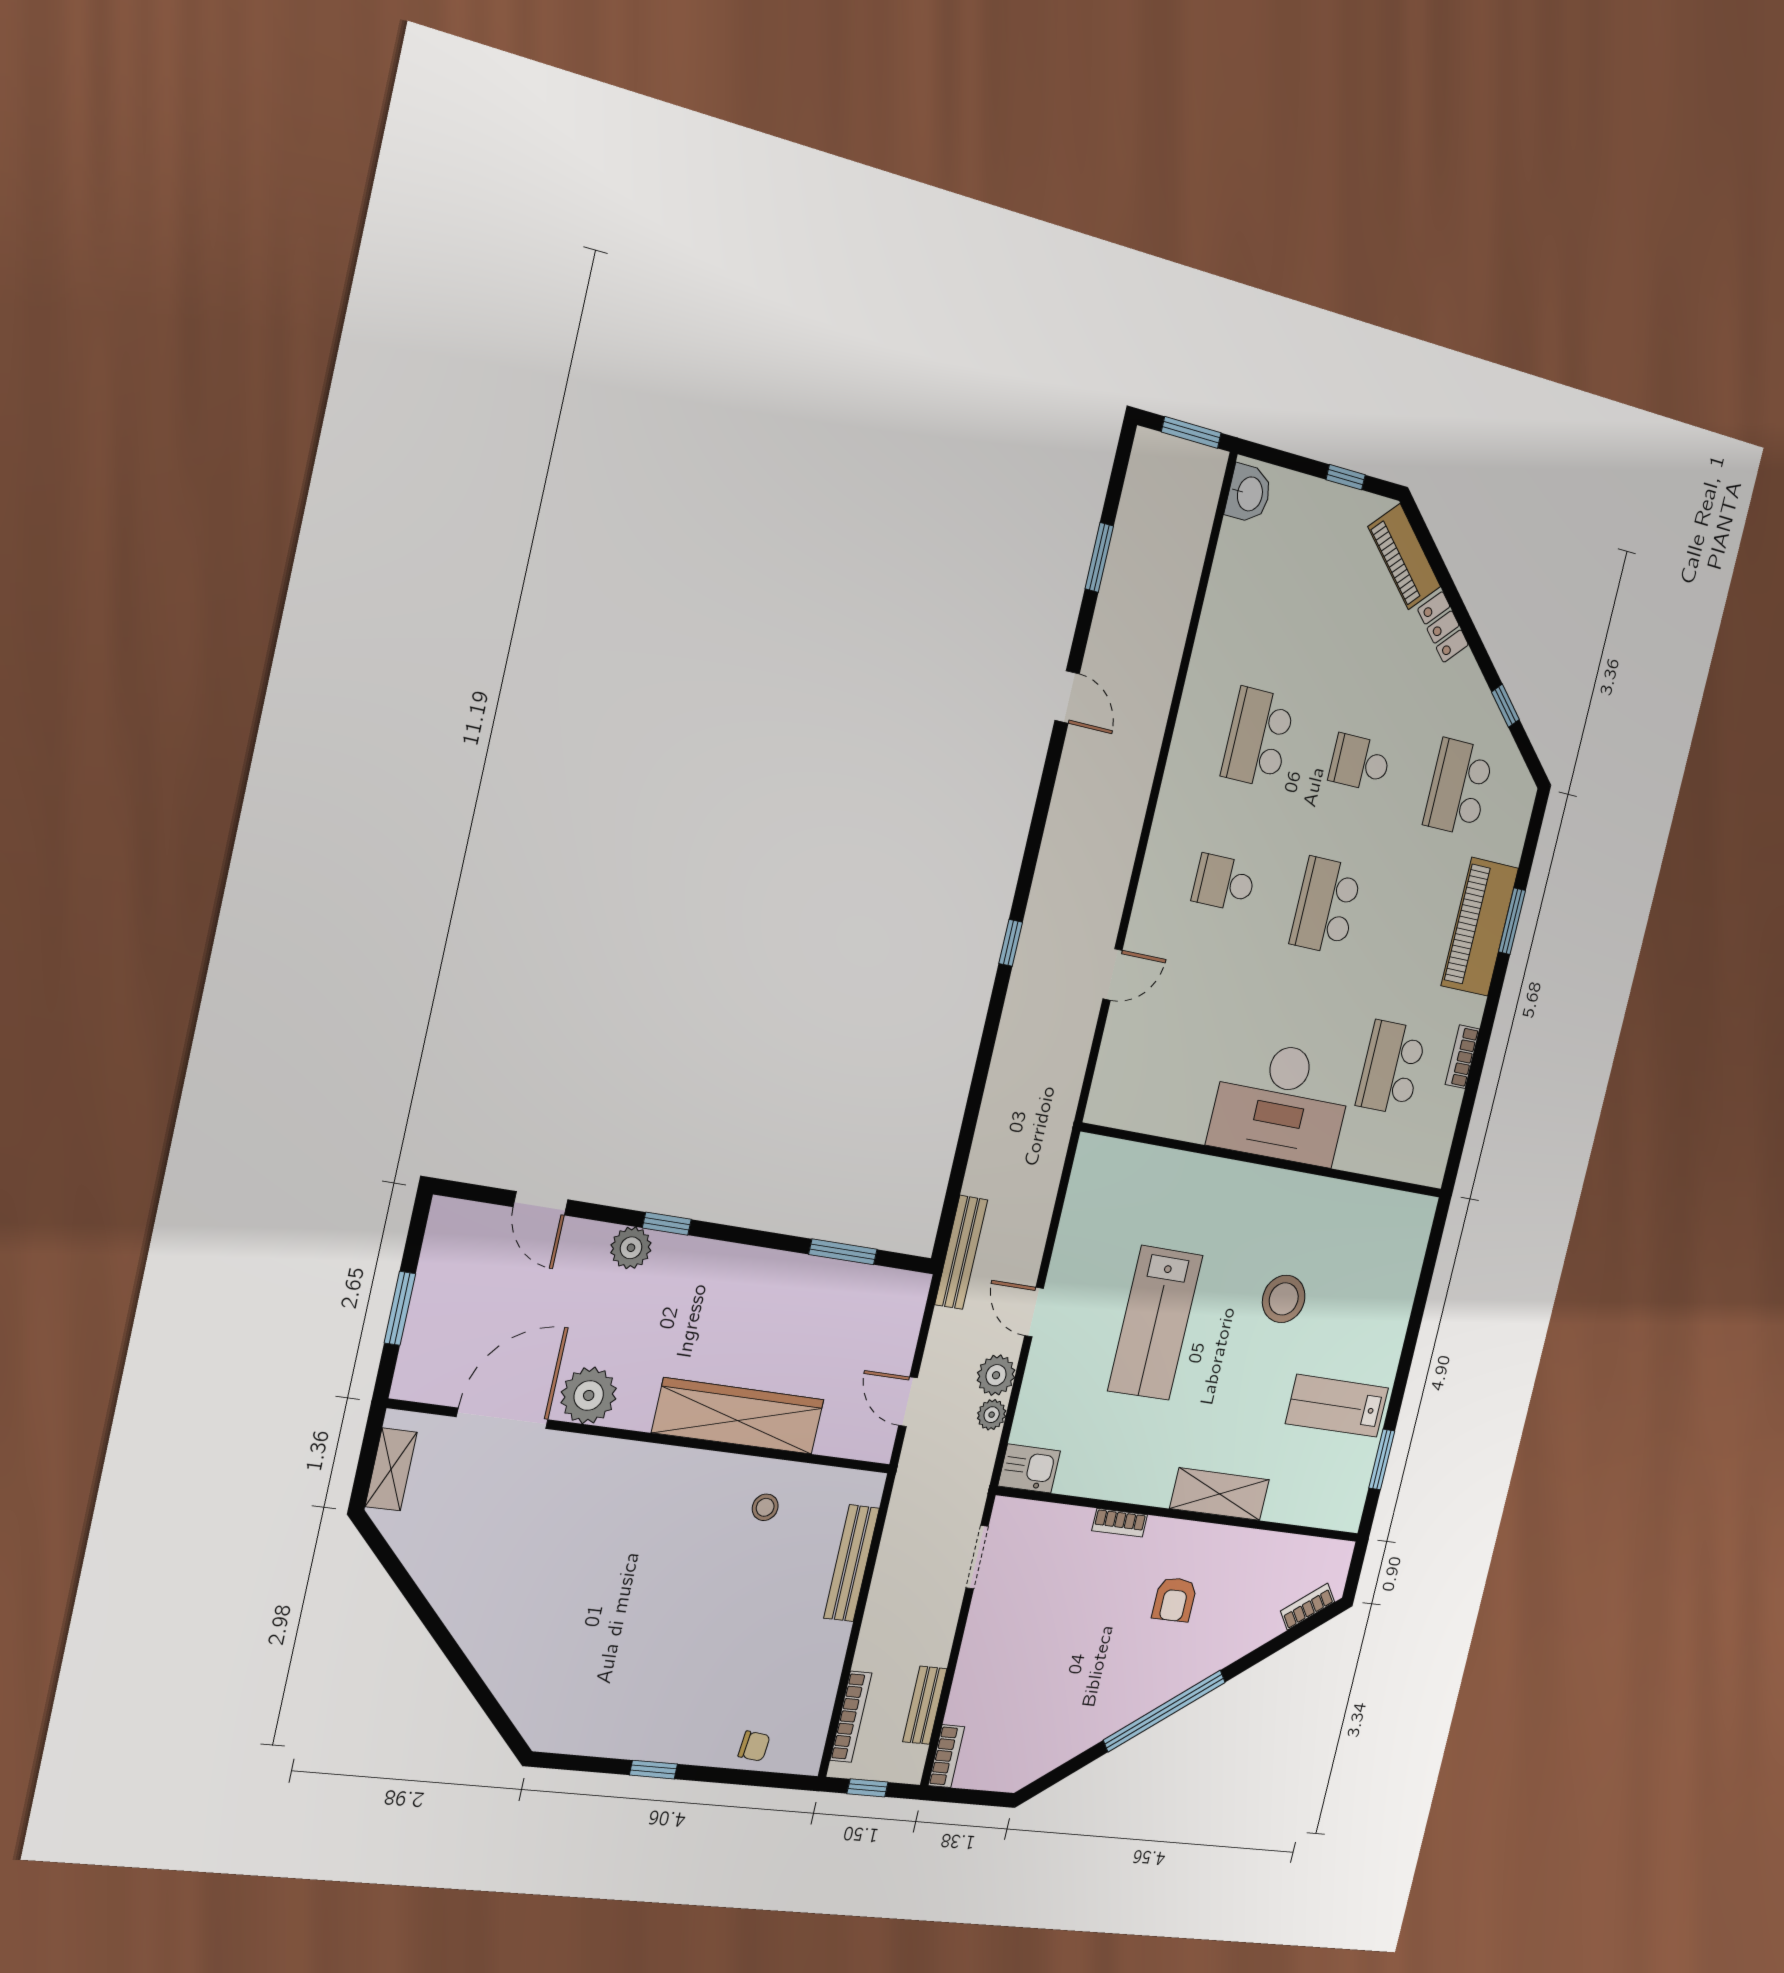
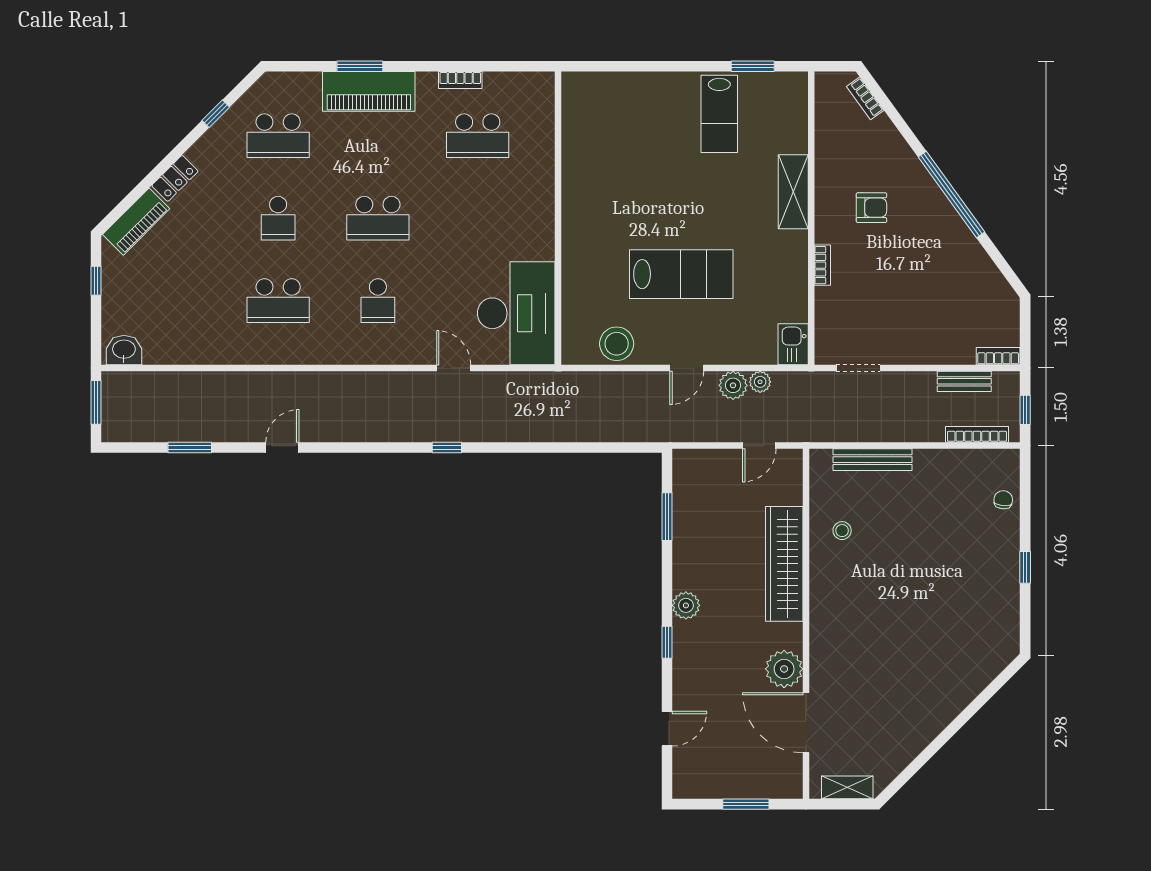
desk: (1281, 1102) -> (516, 313), moved
plant: (631, 1248) -> (686, 605), moved
bench: (961, 1252) -> (655, 432), removed
stool: (1284, 1299) -> (617, 344), moved

